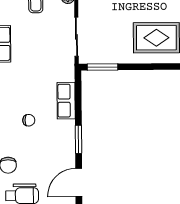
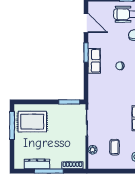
row of seats: (66, 101) -> (94, 61), moved
door: (79, 182) -> (86, 23), hinge flipped

